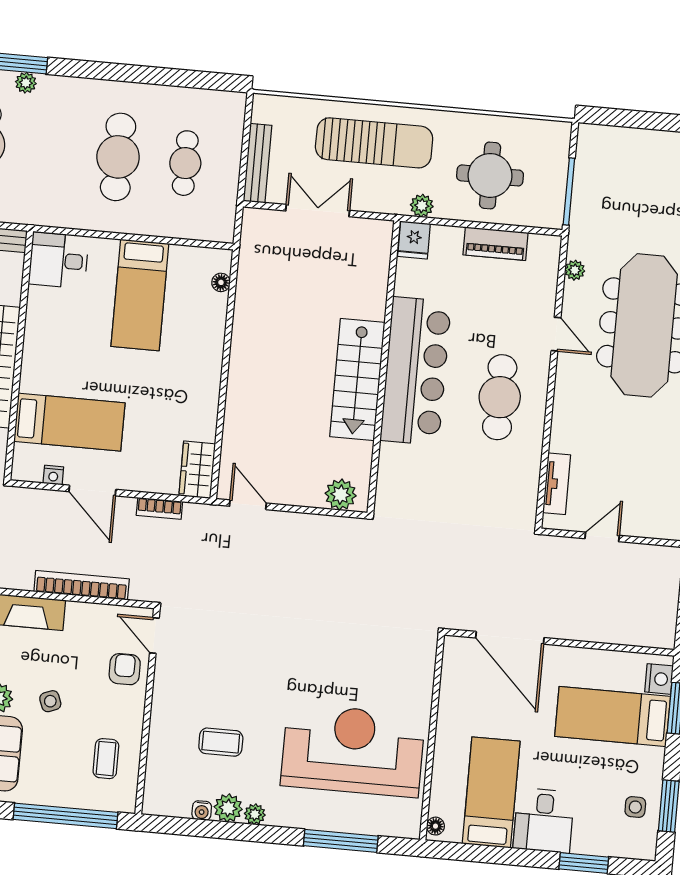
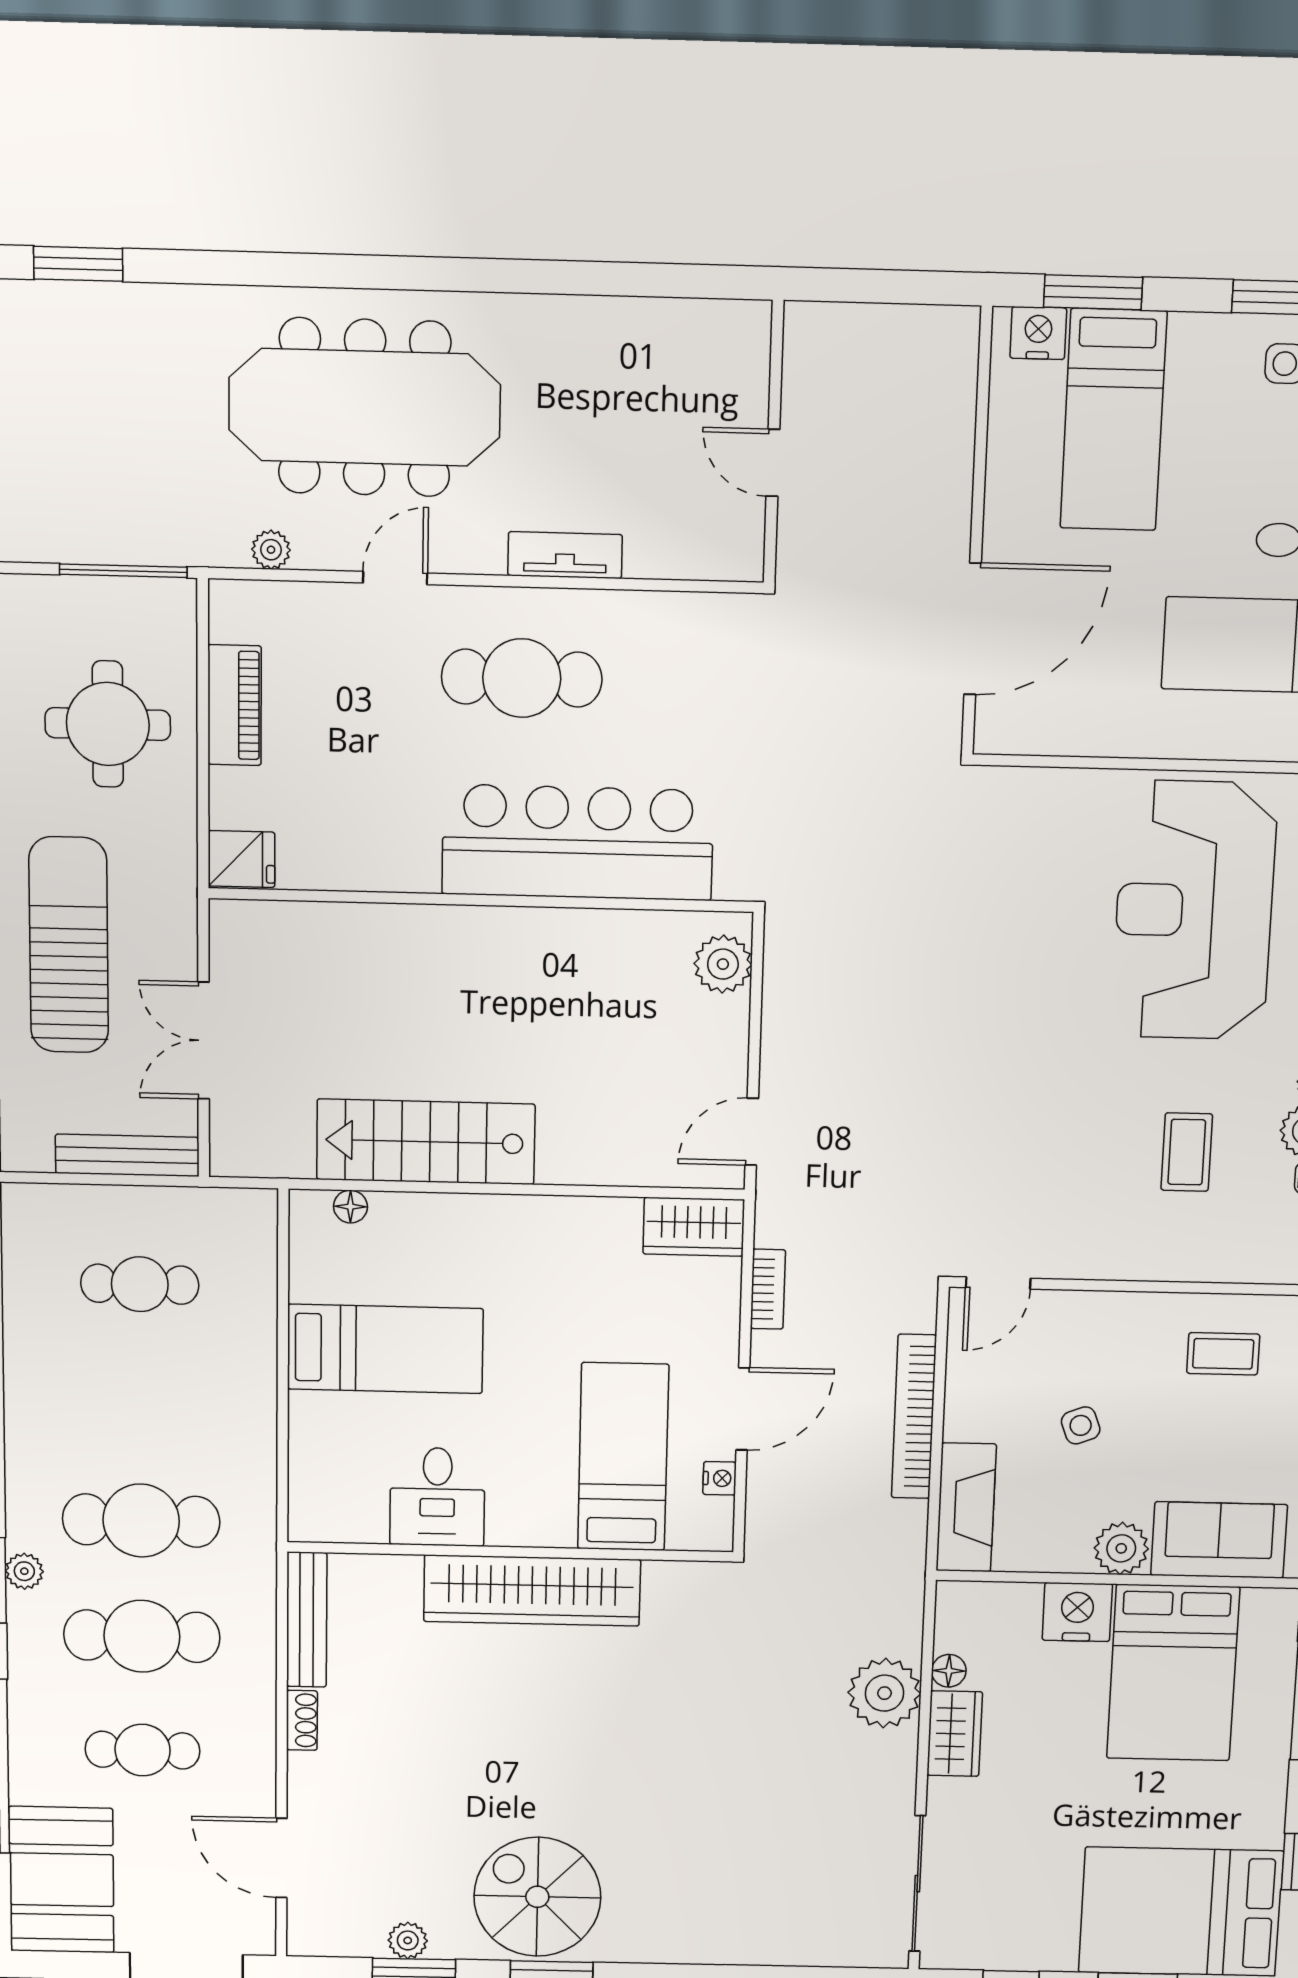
cafe table: (118, 157) -> (141, 1521), moved
plant: (422, 206) -> (176, 849), removed
desk: (58, 260) -> (437, 1497), moved
bar counter: (416, 371) -> (578, 842), moved
stairs: (357, 380) -> (426, 1142), moved, turned 180
tv unit: (557, 484) -> (565, 555), moved
armchair: (125, 669) -> (1061, 1331), removed
side table: (50, 701) -> (1081, 1425), moved

